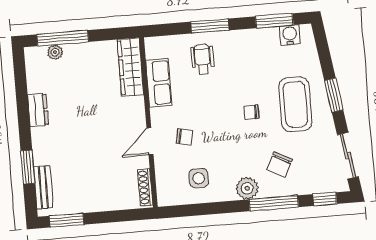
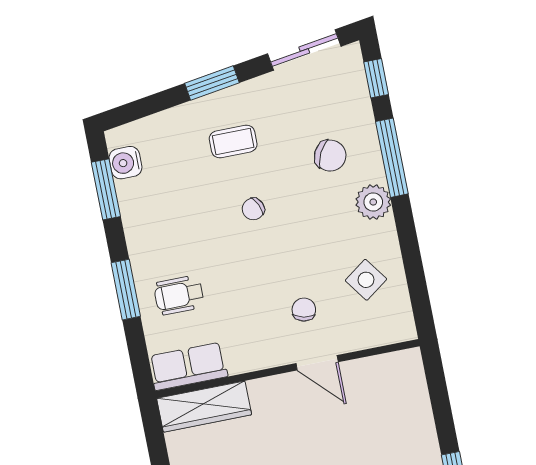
row of seats: (159, 83) -> (188, 366), moved
coffee table: (295, 104) -> (233, 141), width x0.54, depth x0.58
chair: (251, 112) -> (253, 209), turned 65
side table: (199, 178) -> (366, 280), turned -36
shoe rack: (145, 187) -> (390, 362), removed

